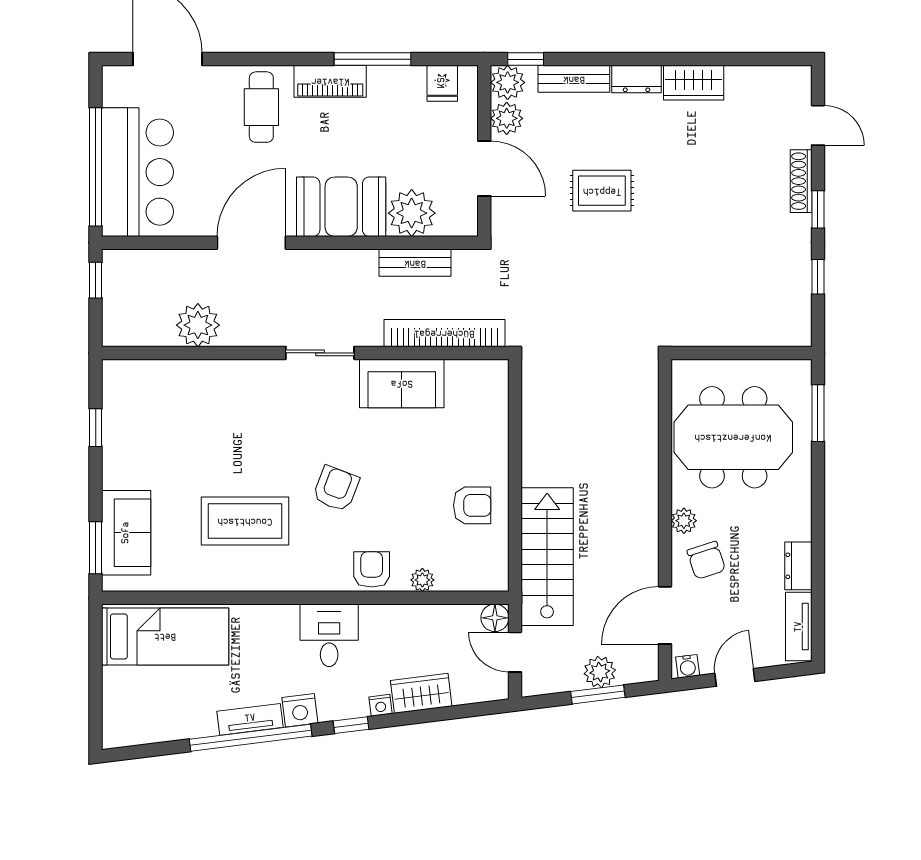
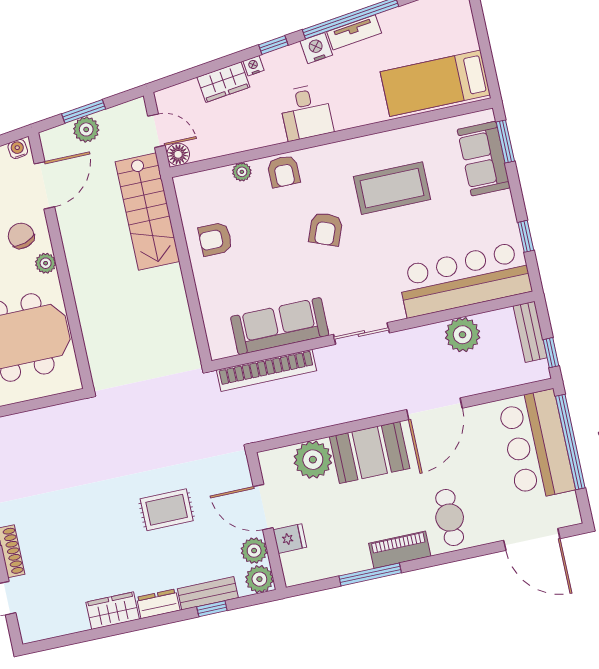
window: (526, 59) -> (212, 609), moved
fridge: (442, 83) -> (290, 539), moved, turned 90
bench: (415, 263) -> (530, 332), moved, turned 90
sofa: (402, 383) -> (280, 326), width x1.36
bar counter: (181, 391) -> (464, 279), added

